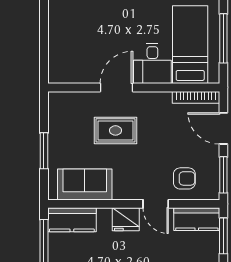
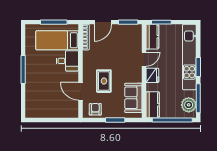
door: (116, 87) -> (80, 91), moved
armchair: (184, 178) -> (95, 109), moved

